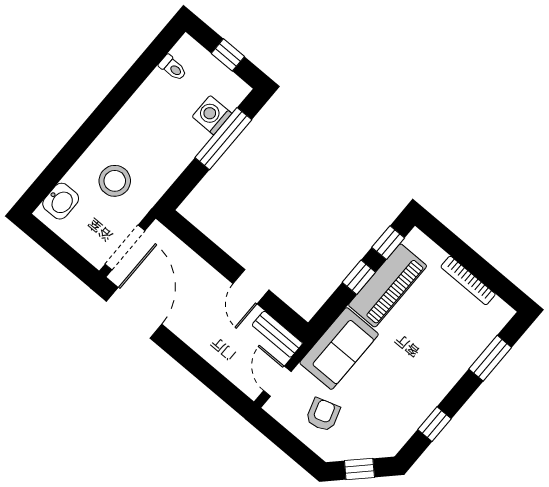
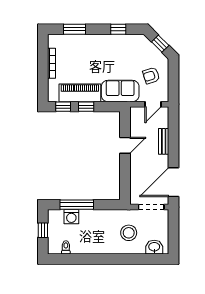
bench: (277, 334) -> (164, 141), moved

